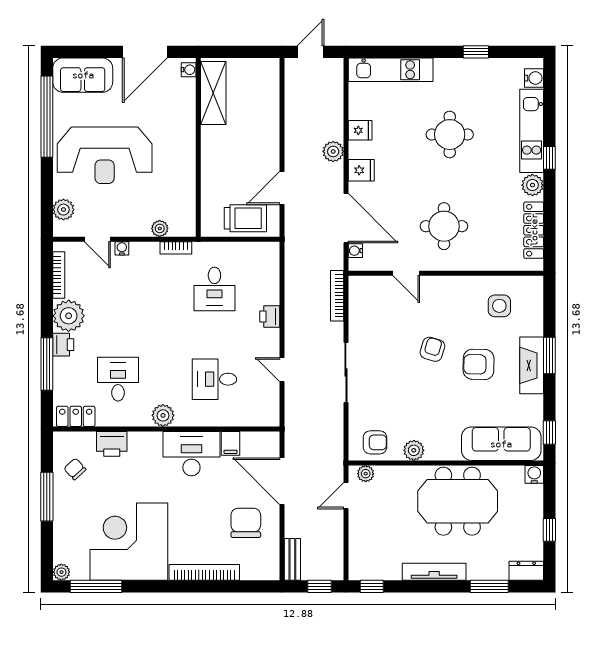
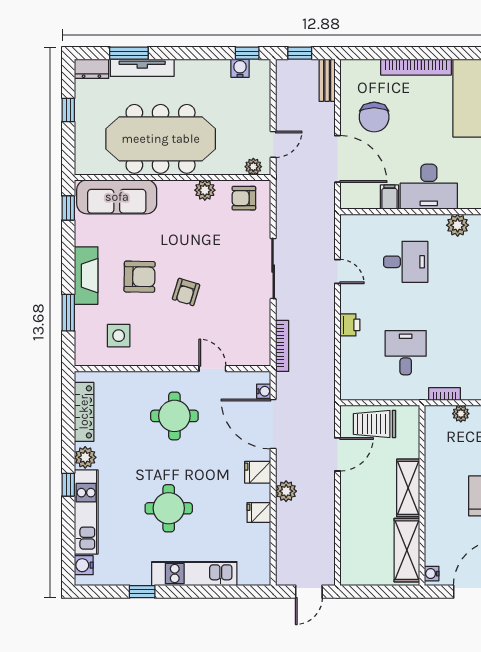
kitchen unit: (391, 70) -> (194, 574), moved
shelving: (212, 155) -> (408, 488), added
window: (549, 355) -> (68, 313), moved
water cooler: (534, 474) -> (240, 68), moved, turned 180
meeting table: (458, 501) -> (161, 139), width x1.36
tv unit: (434, 572) -> (142, 68), moved

